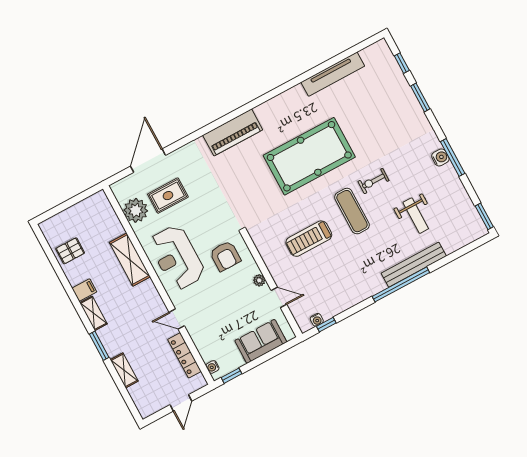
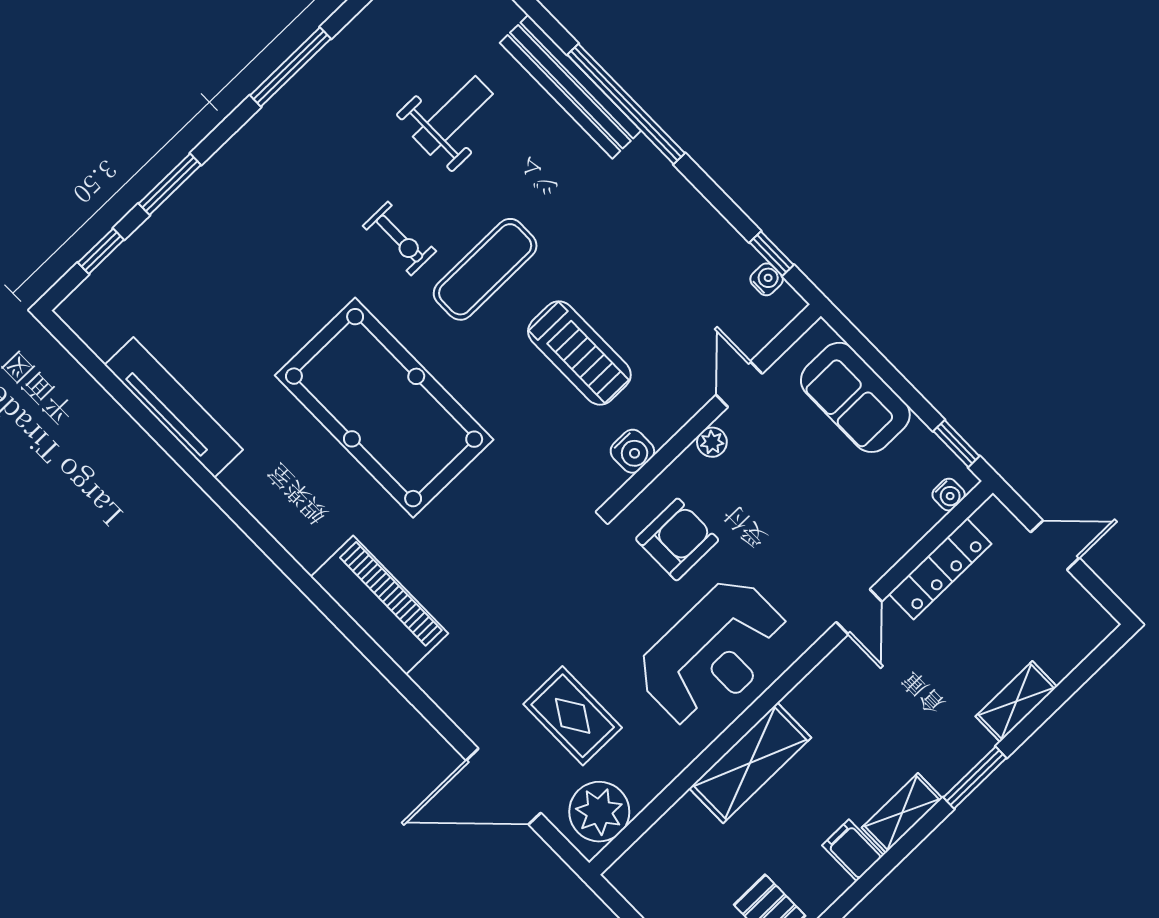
water cooler: (440, 157) -> (632, 451), moved, turned 180
plant: (136, 210) -> (599, 812), moved

